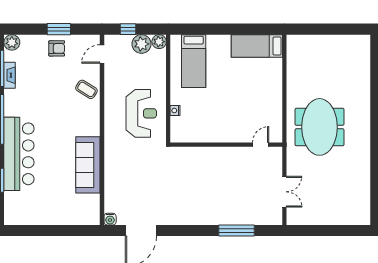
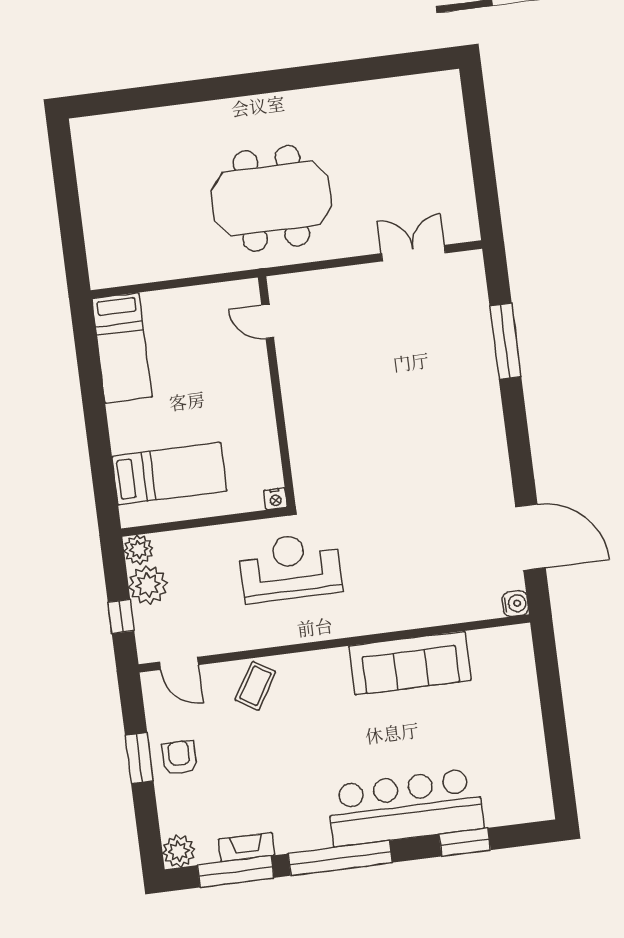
wall: (226, 145) -> (277, 392), moved
door: (261, 145) -> (268, 321), moved

